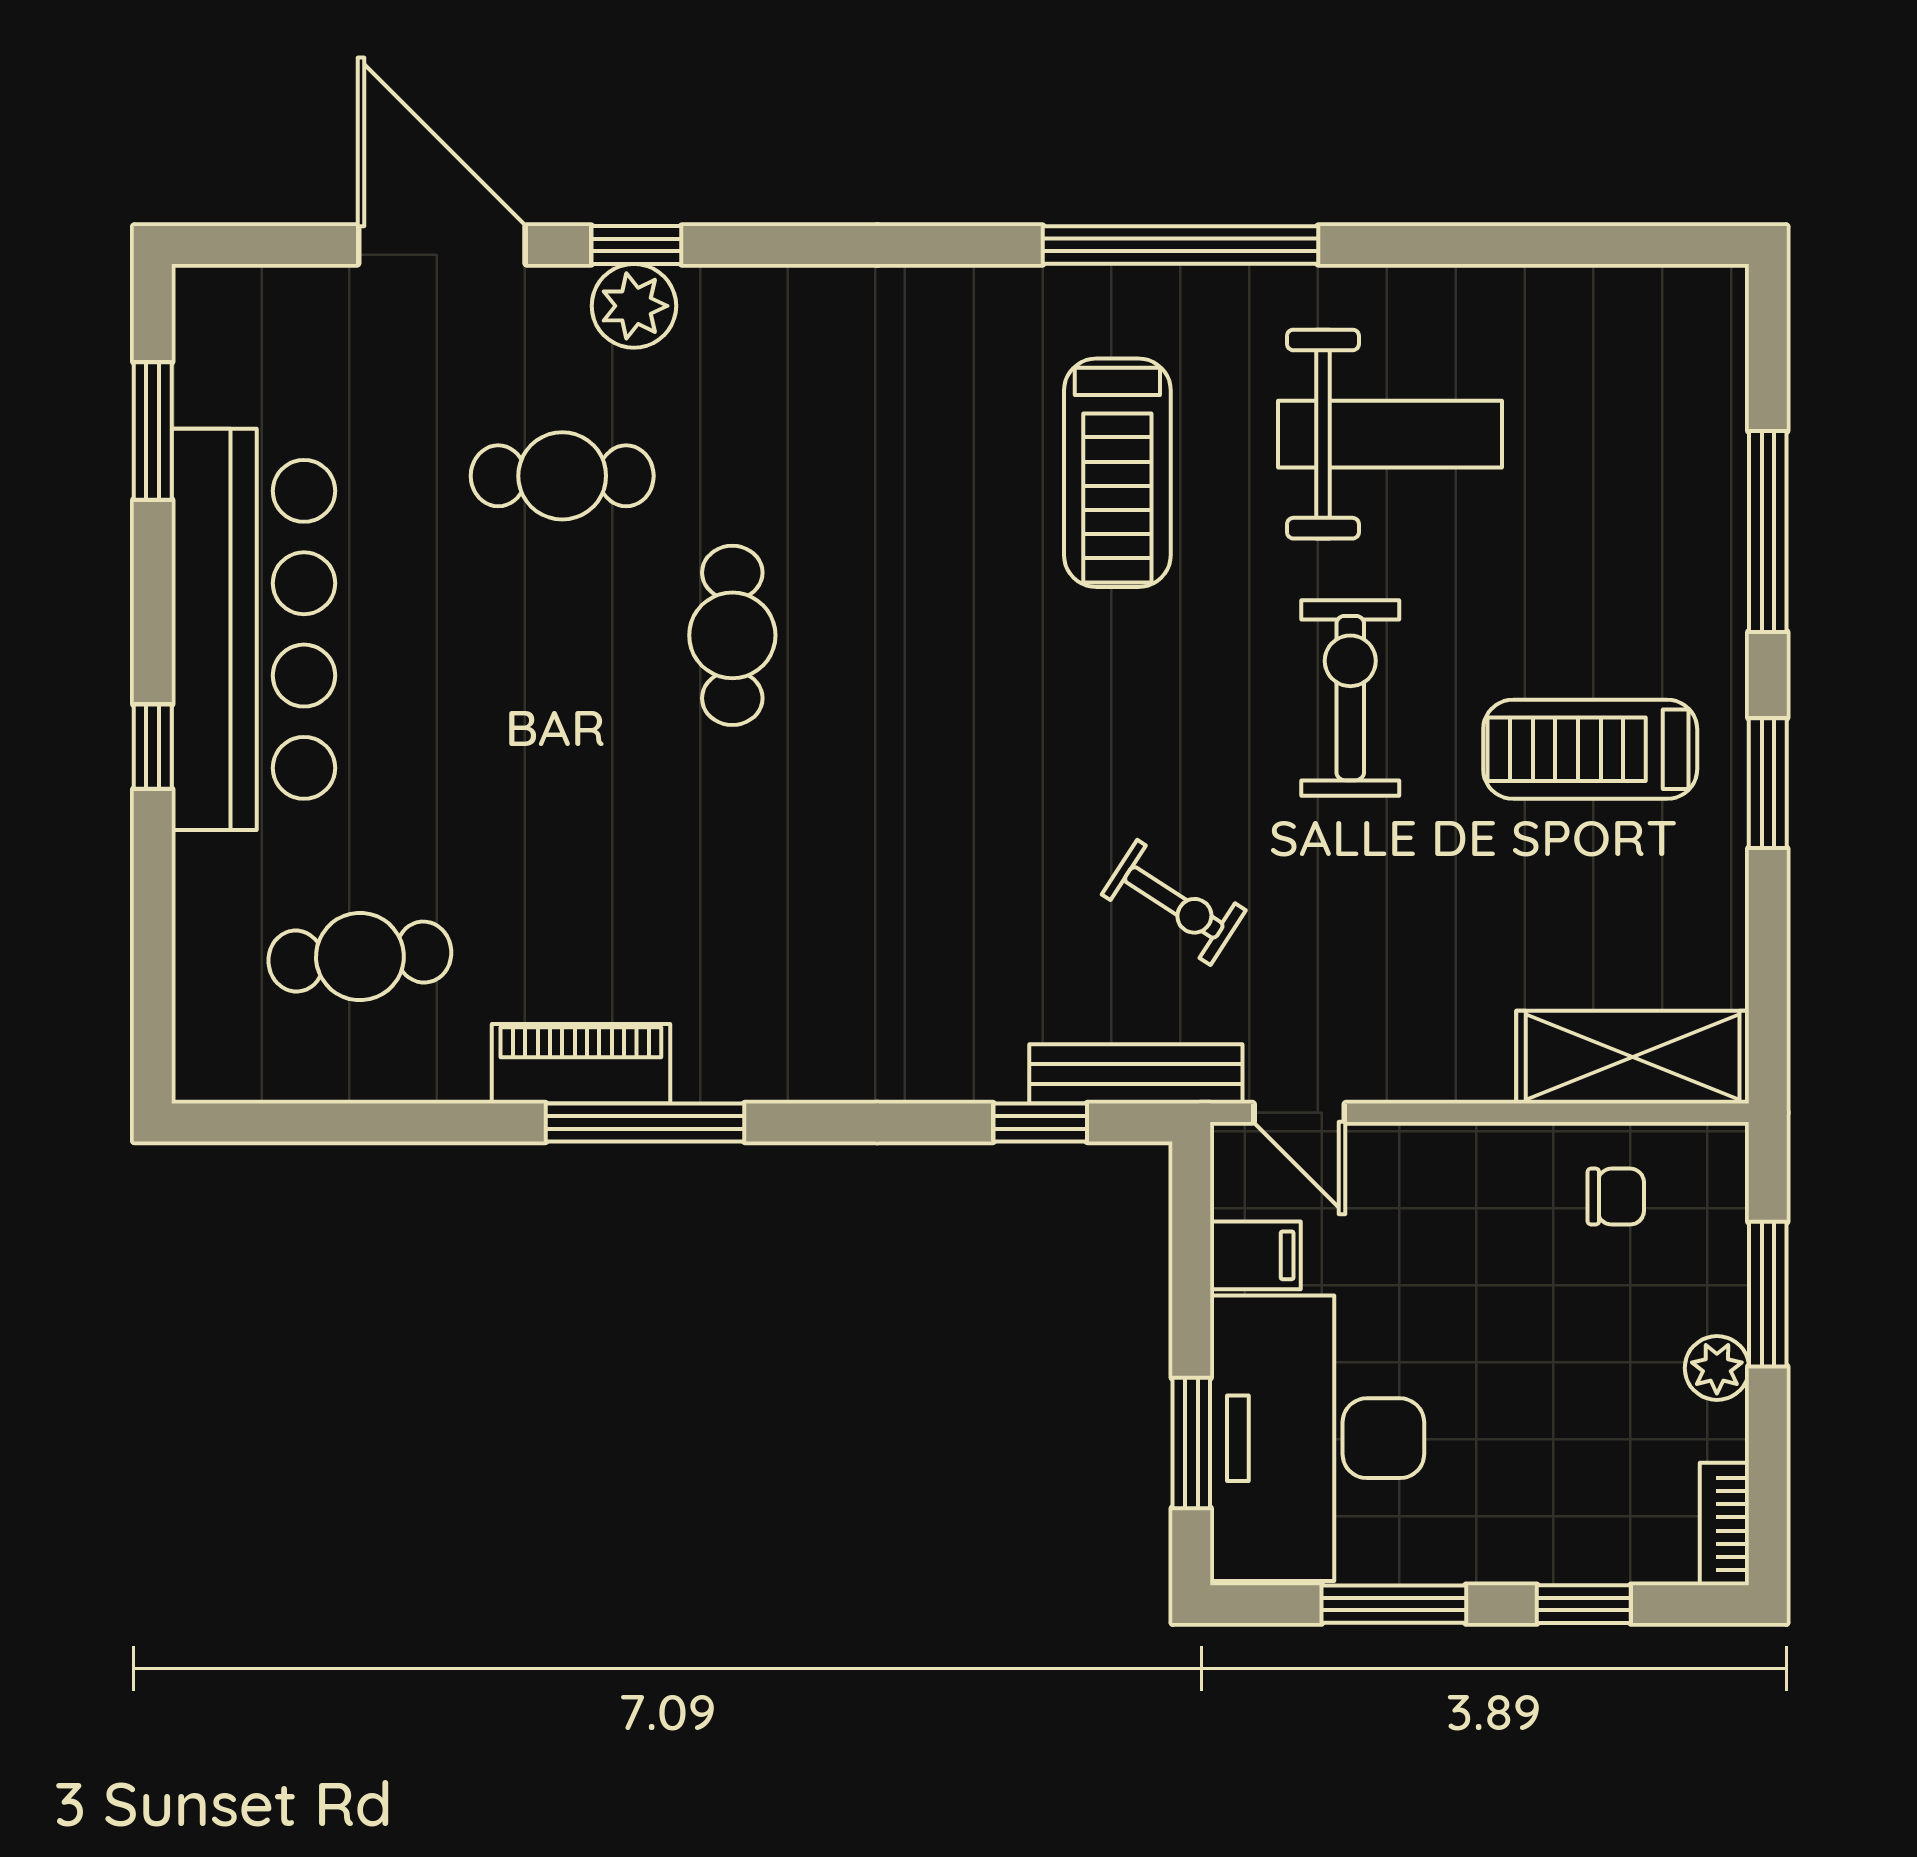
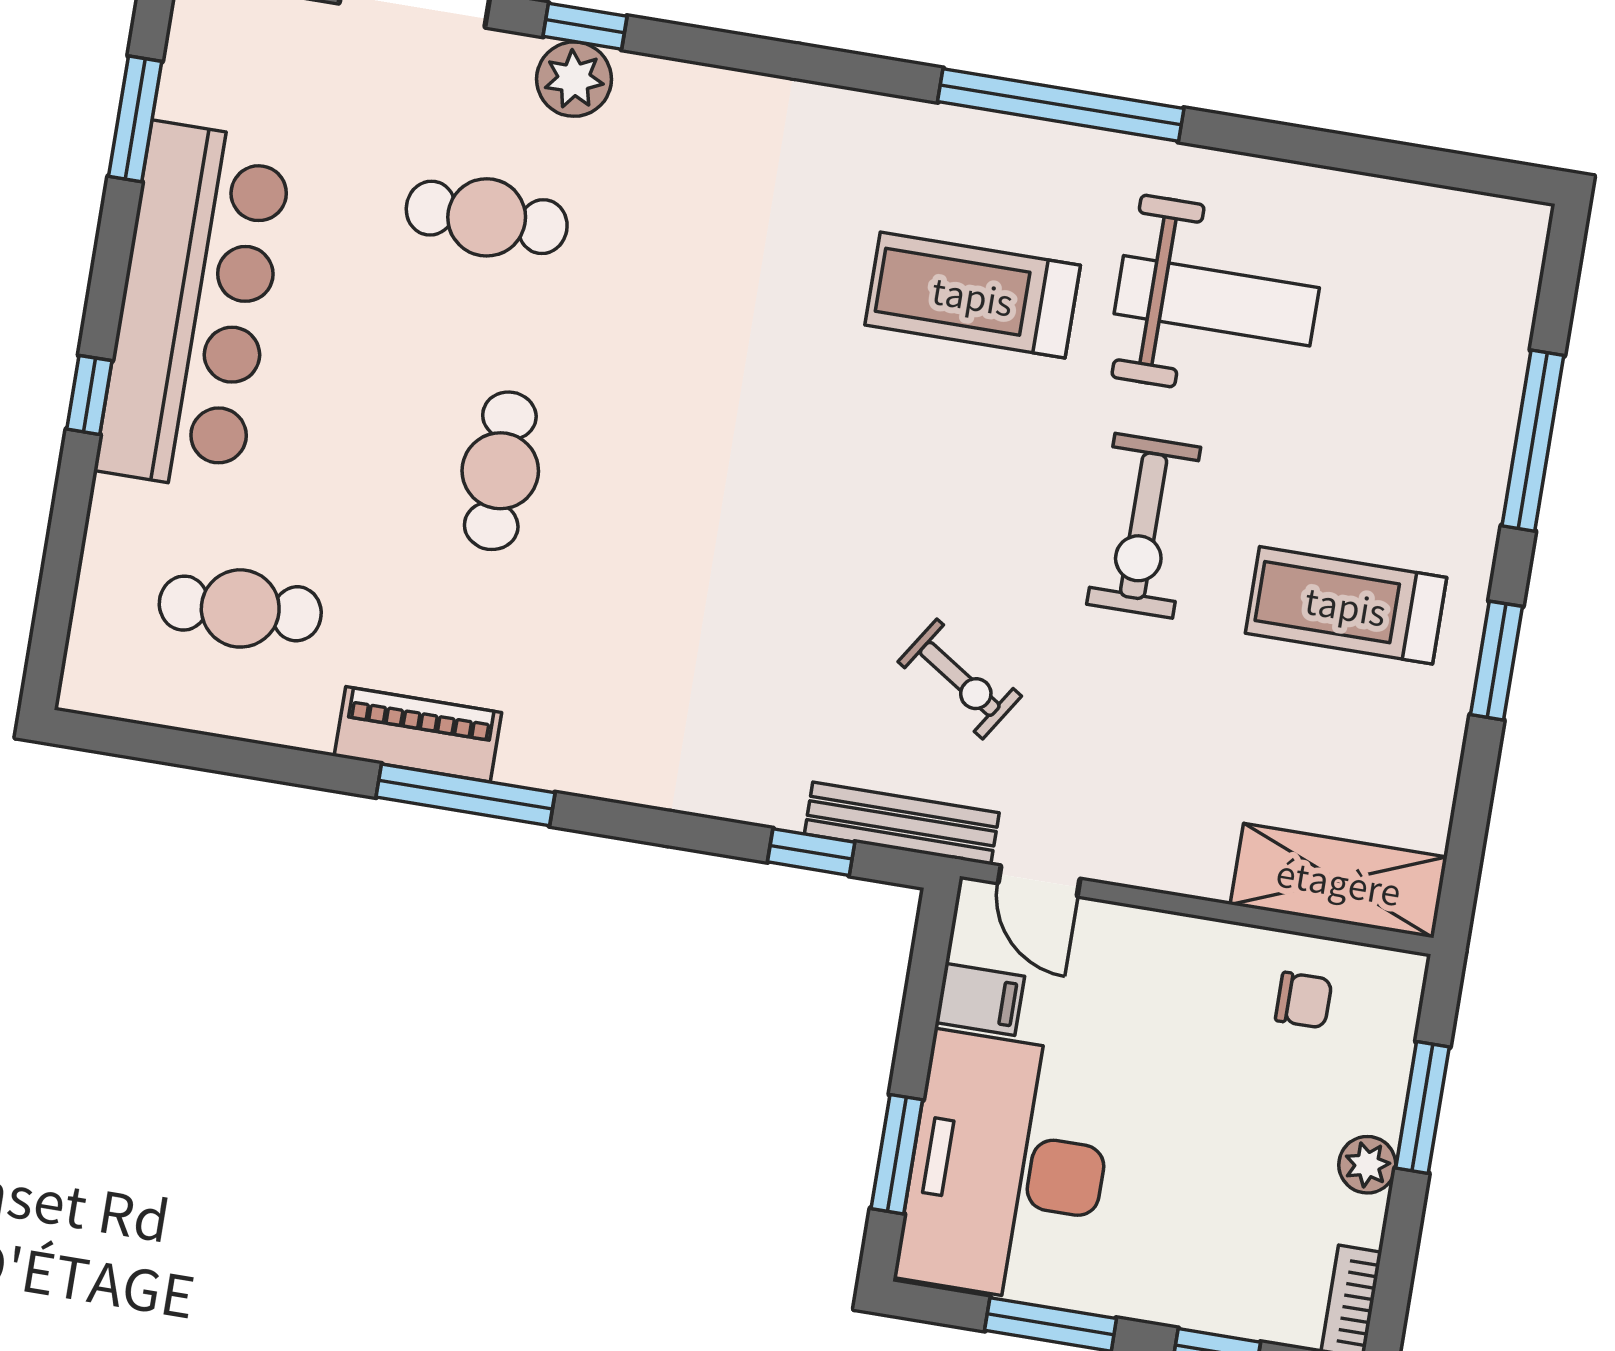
treadmill: (1117, 473) -> (973, 295), turned 90
cafe table: (732, 635) -> (500, 471), moved
exercise bike: (1350, 698) -> (1144, 526), turned 180

